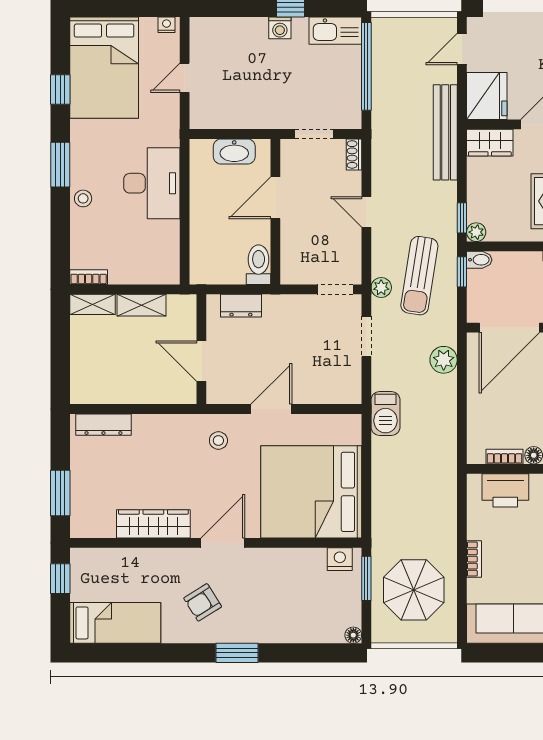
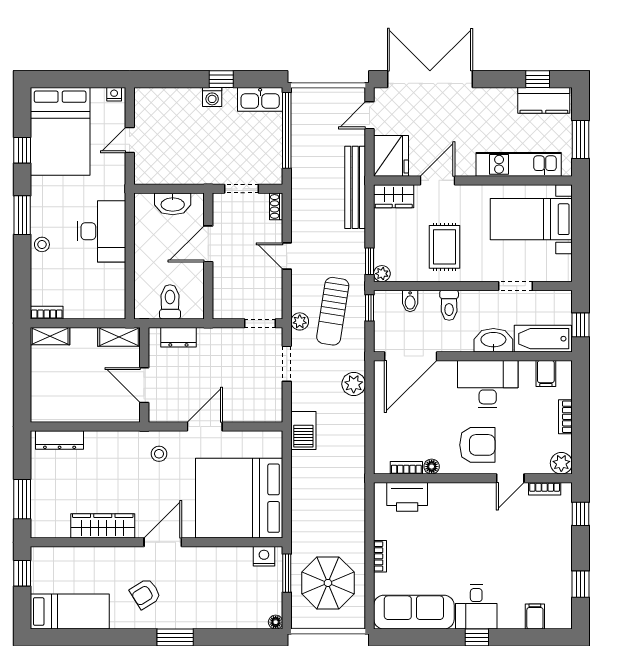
bidet: (479, 260) -> (410, 301), moved, turned 90
toilet: (259, 265) -> (170, 302), moved
shelving: (141, 305) -> (119, 337), moved

